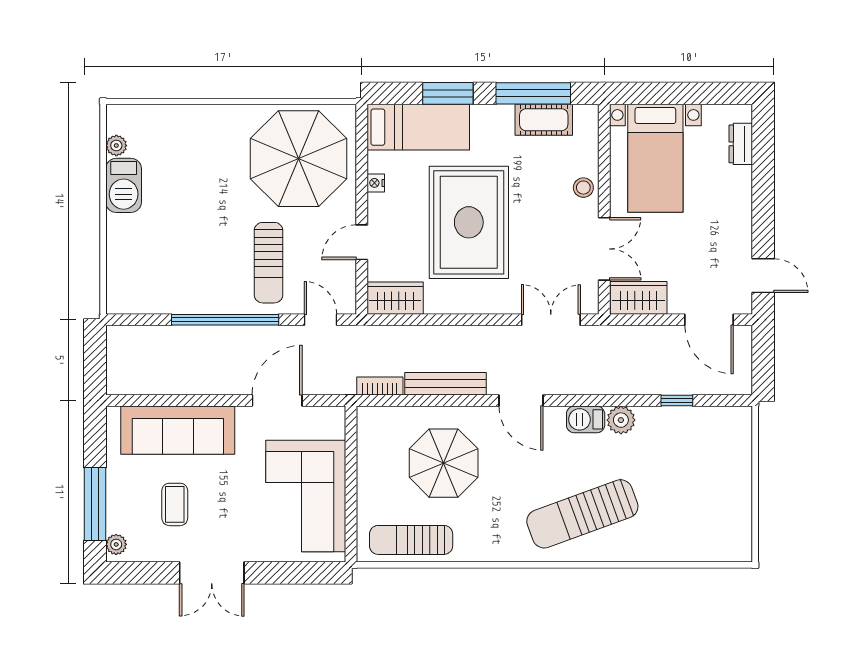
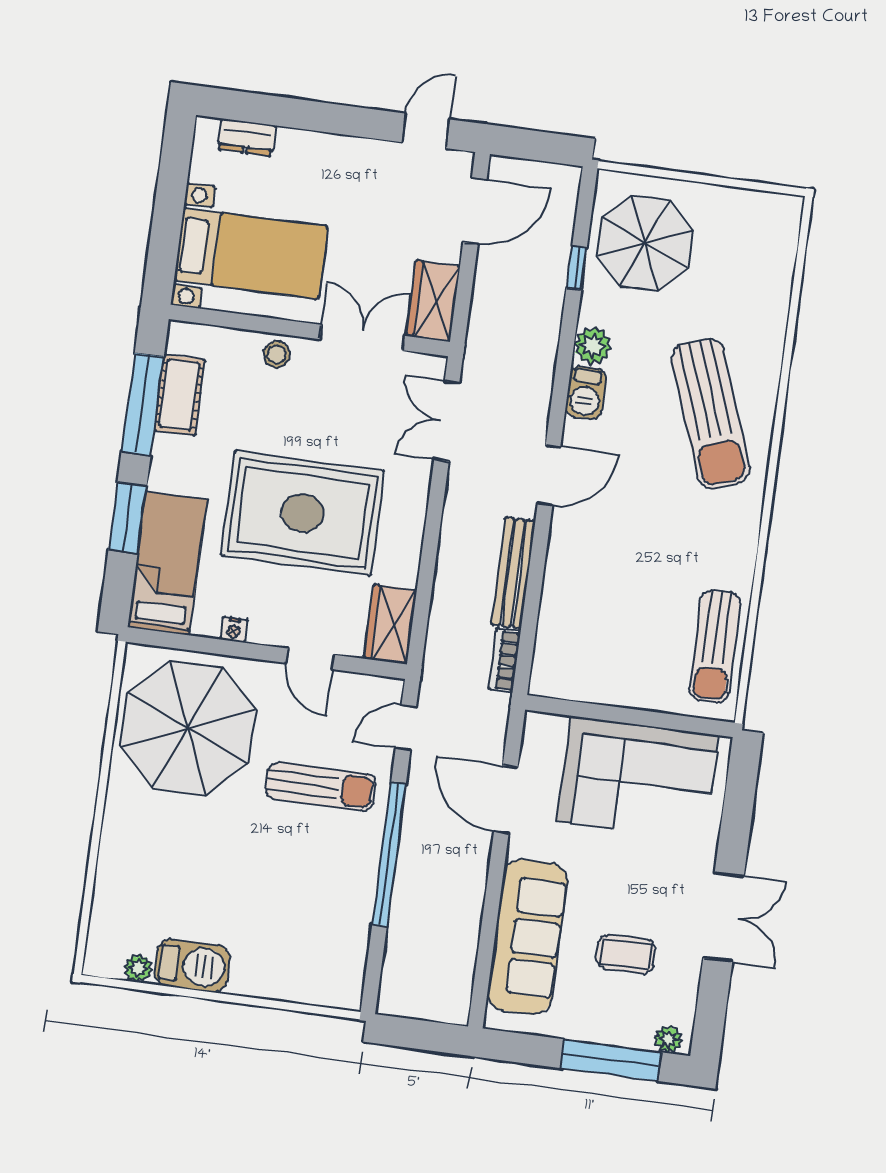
parasol: (444, 463) -> (645, 243), moved

